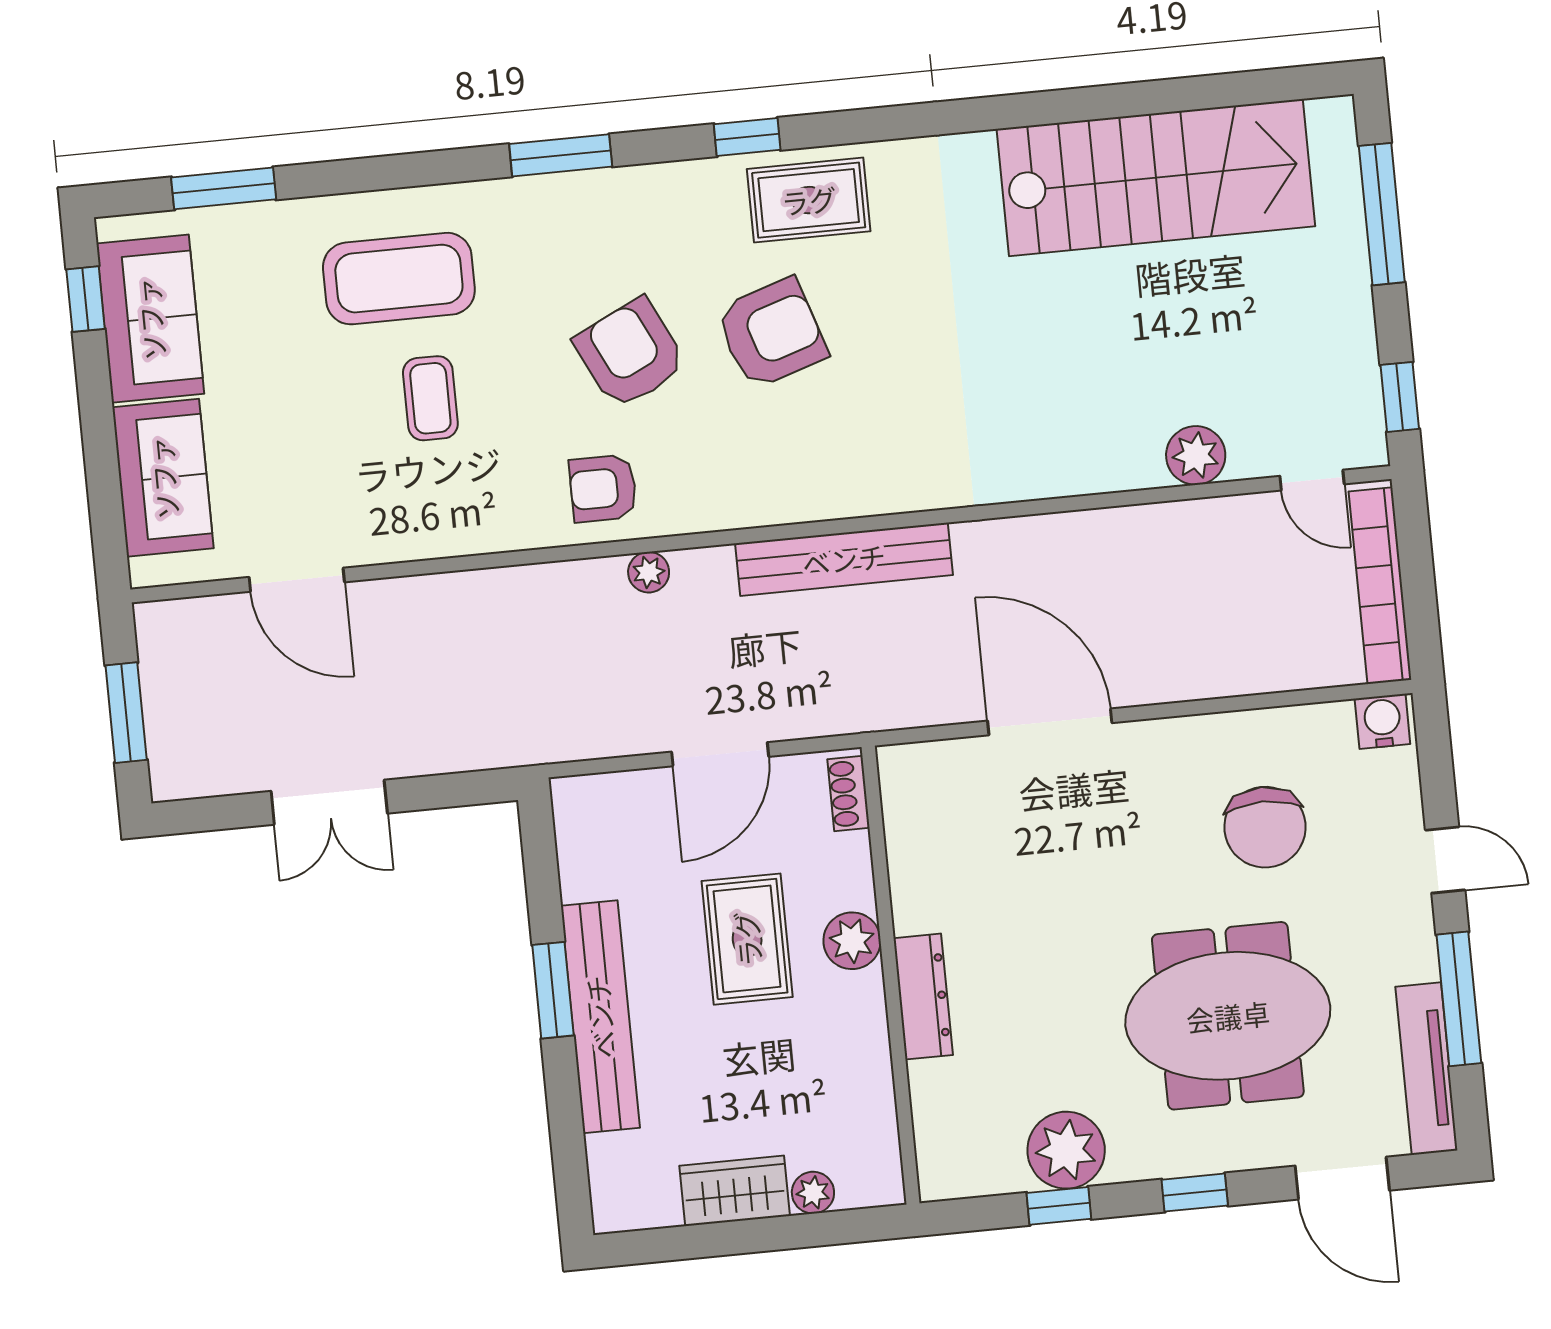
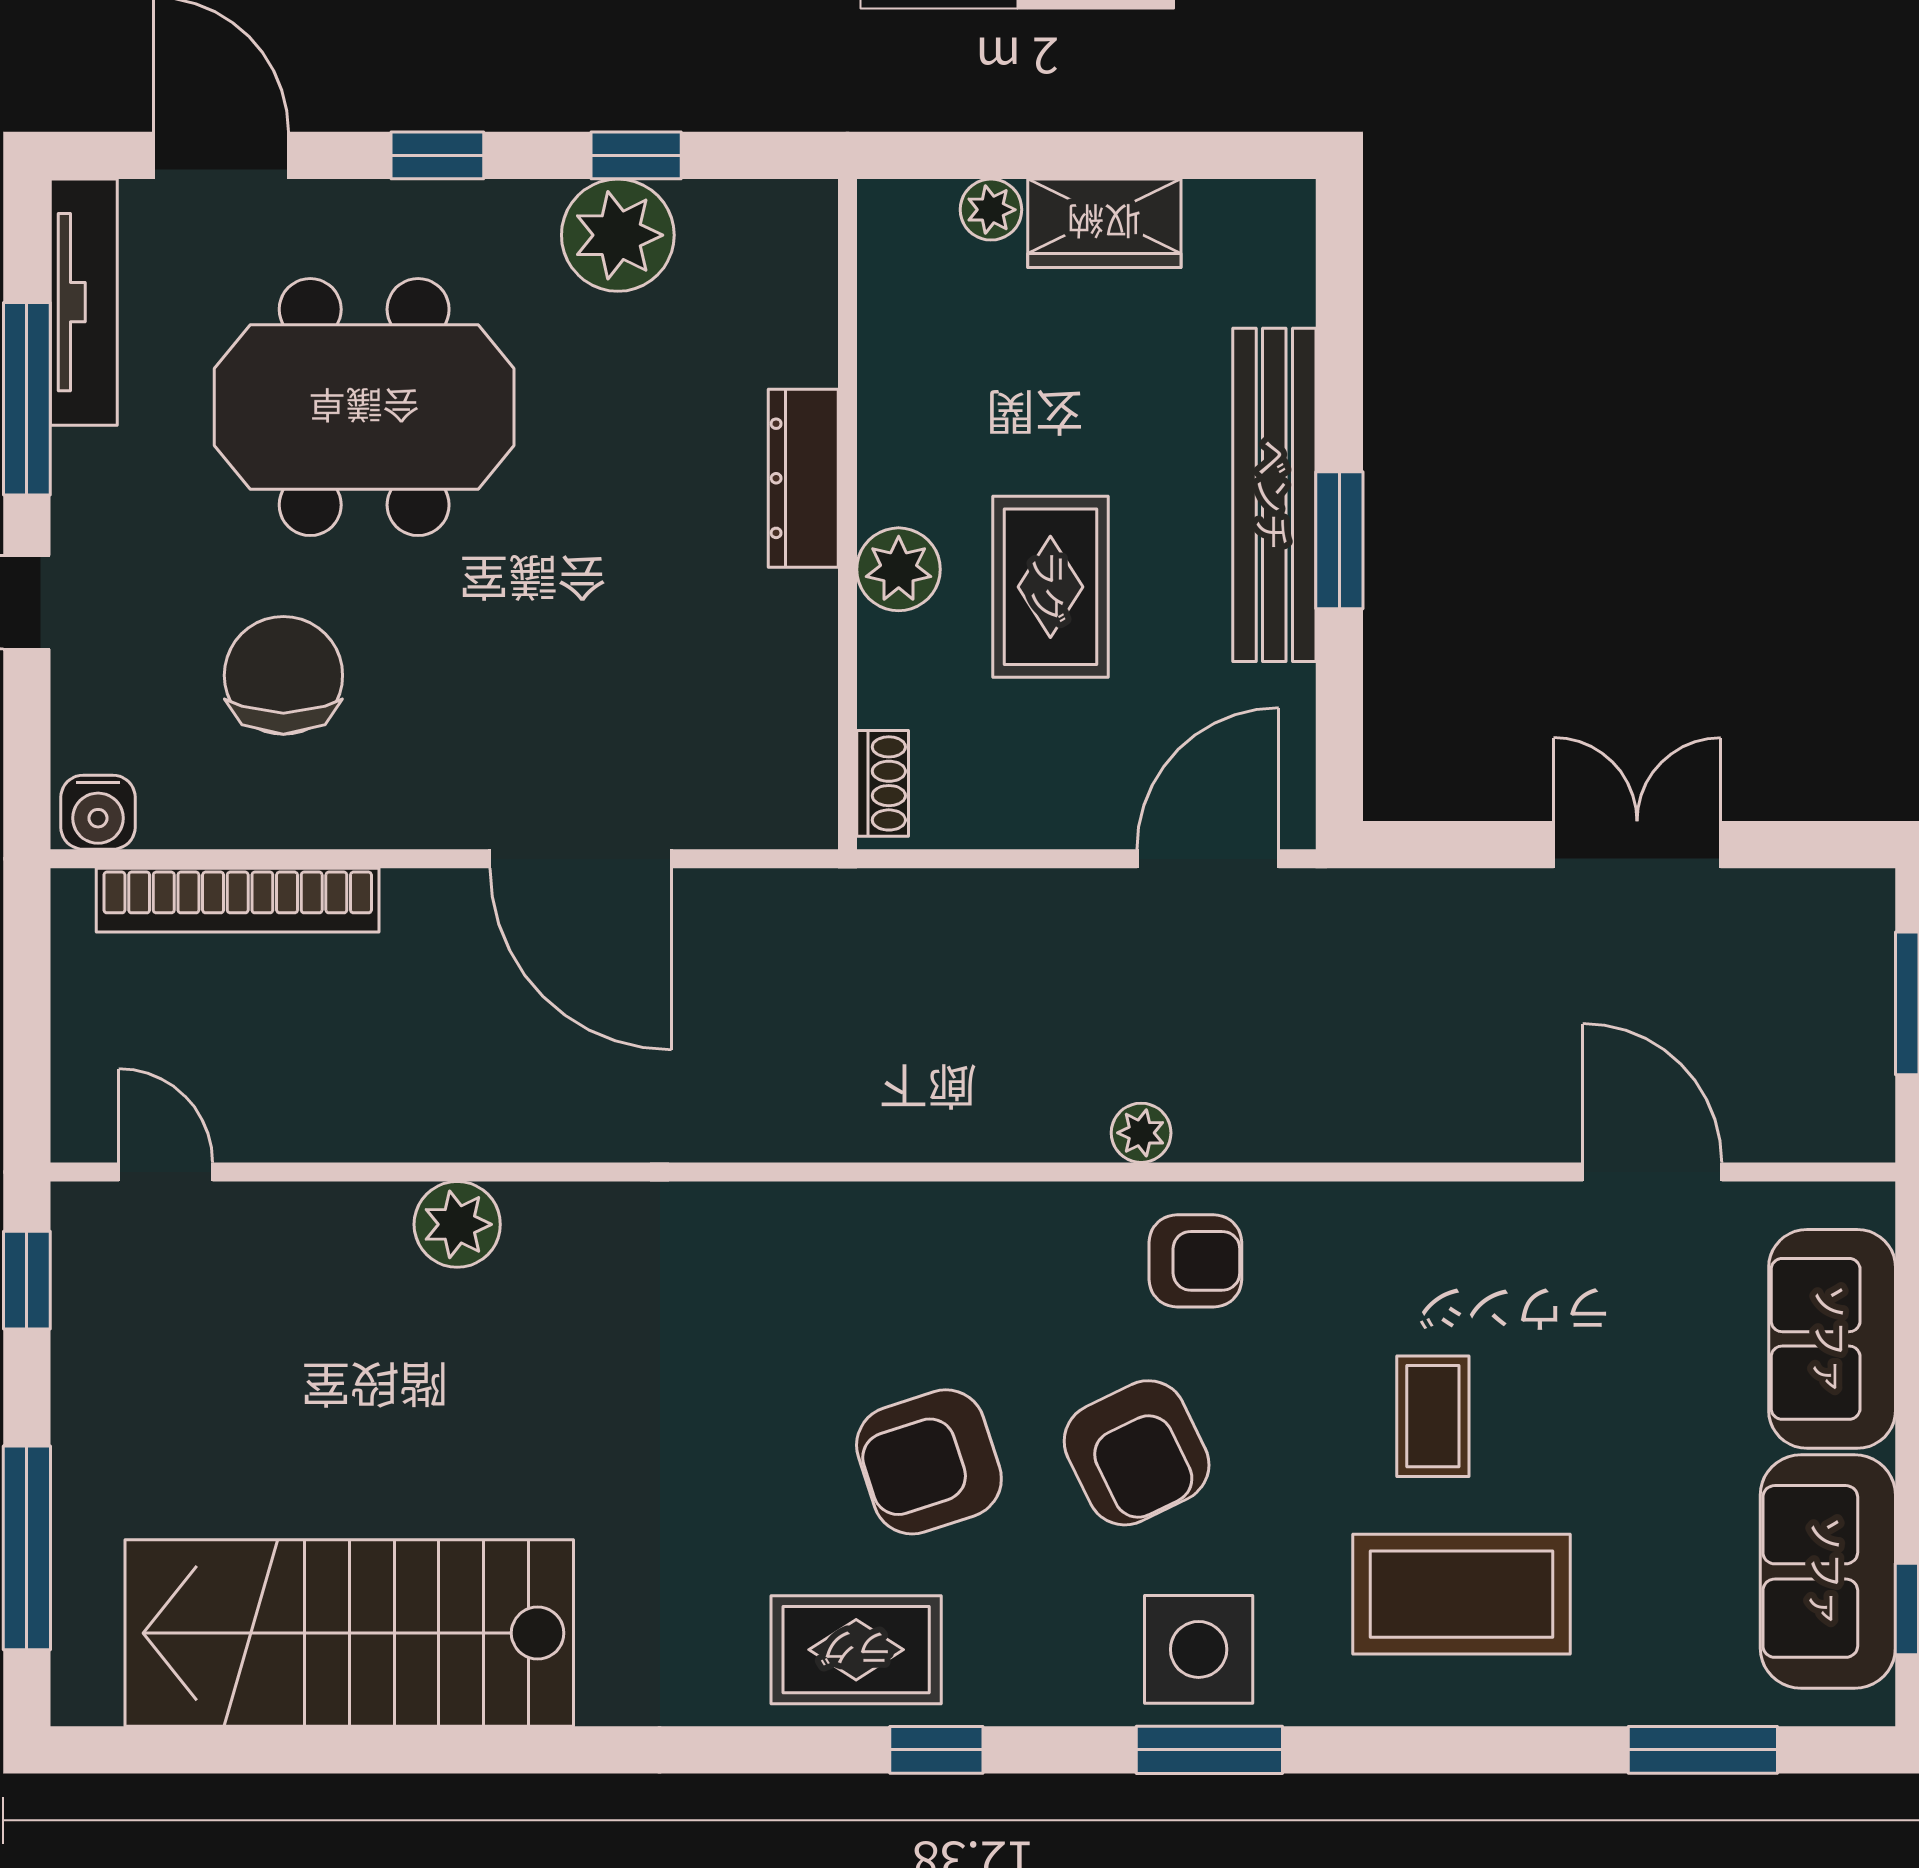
side table: (575, 223) -> (1199, 1649), added
plant: (1196, 455) -> (457, 1224), moved
bench: (844, 559) -> (856, 1124), removed
bookcase: (1380, 586) -> (238, 900), moved, turned 90
door: (720, 754) -> (1208, 859), moved

